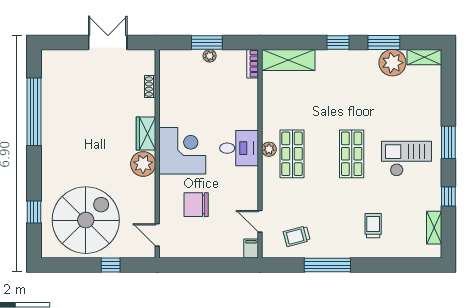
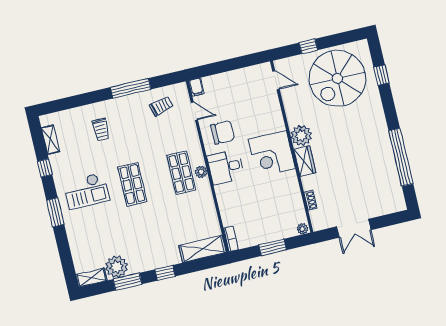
plant: (210, 56) -> (302, 229), moved
chair: (196, 205) -> (223, 132), moved

